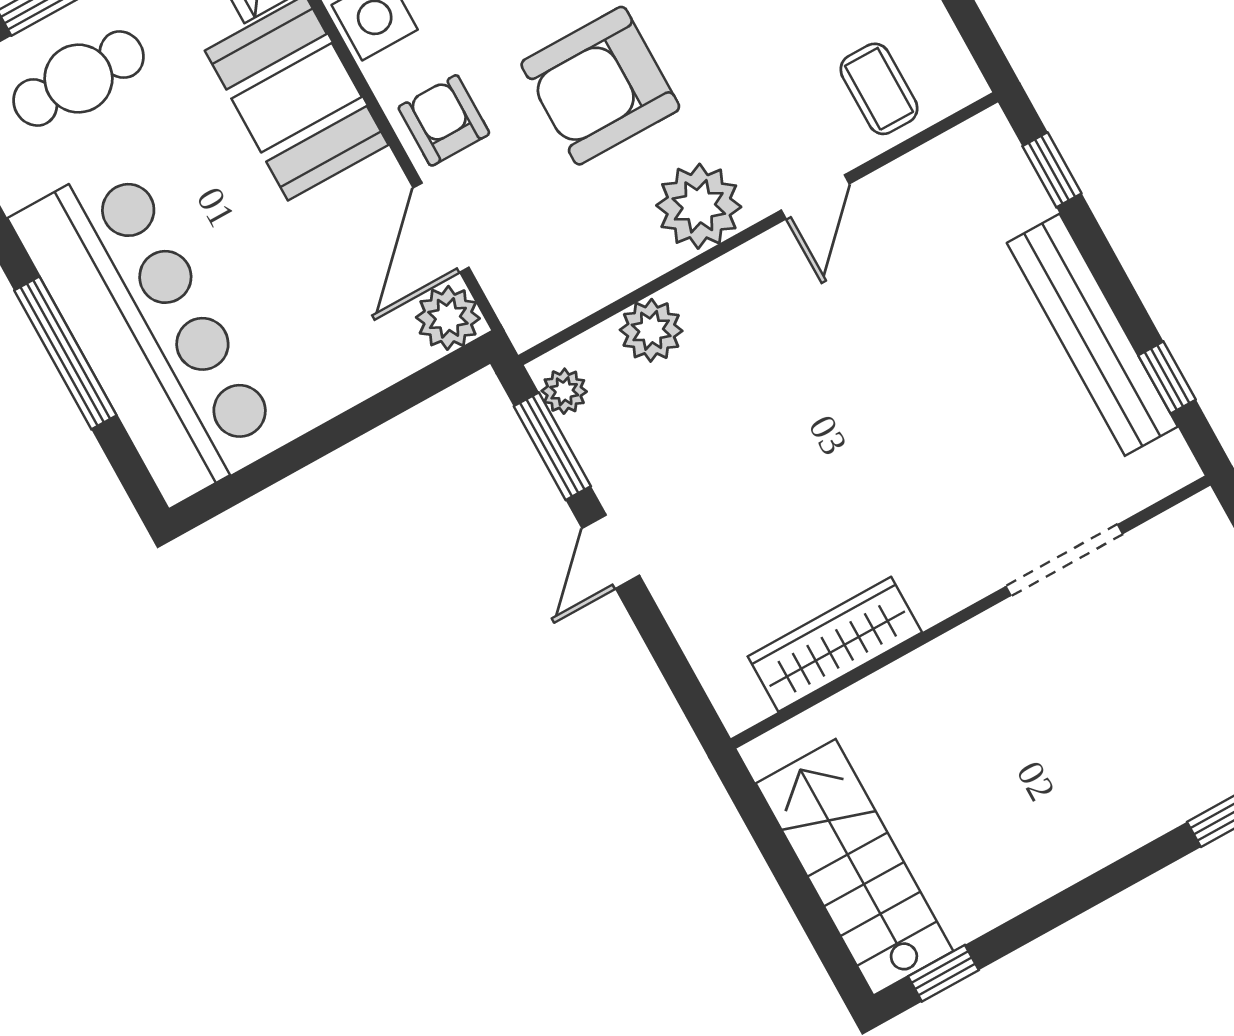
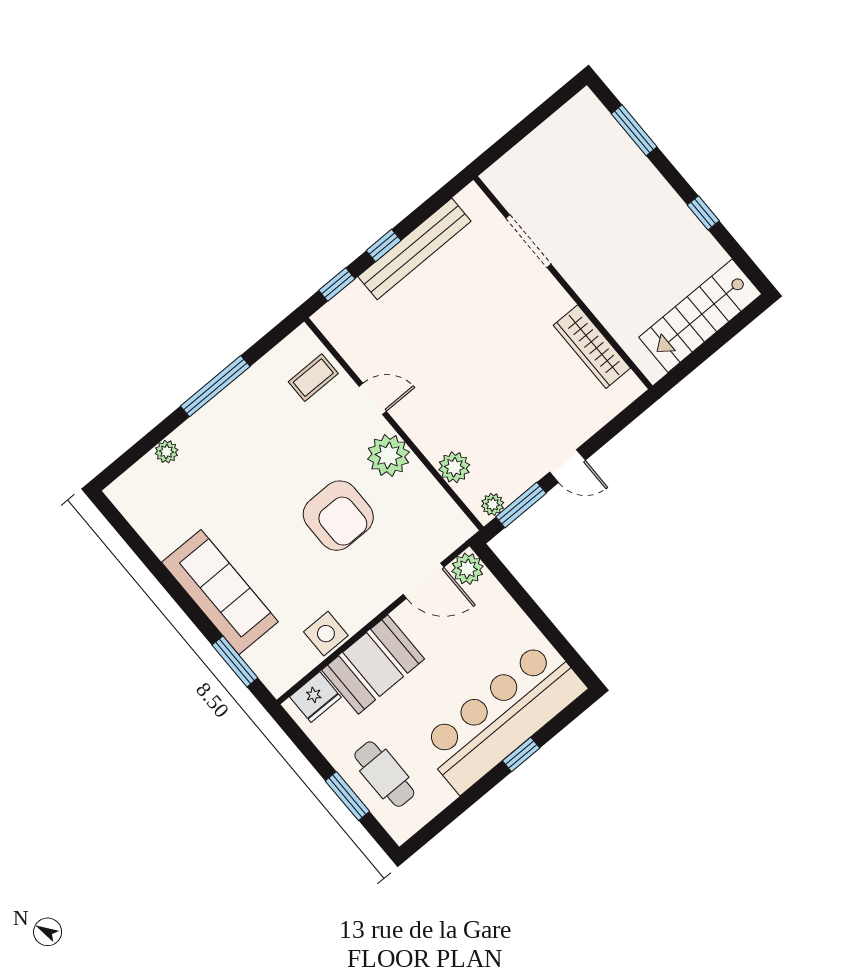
armchair: (444, 120) -> (370, 590), removed
window: (65, 353) -> (521, 754), width x0.46
window: (1167, 377) -> (384, 245), moved
window: (943, 973) -> (703, 213), moved

